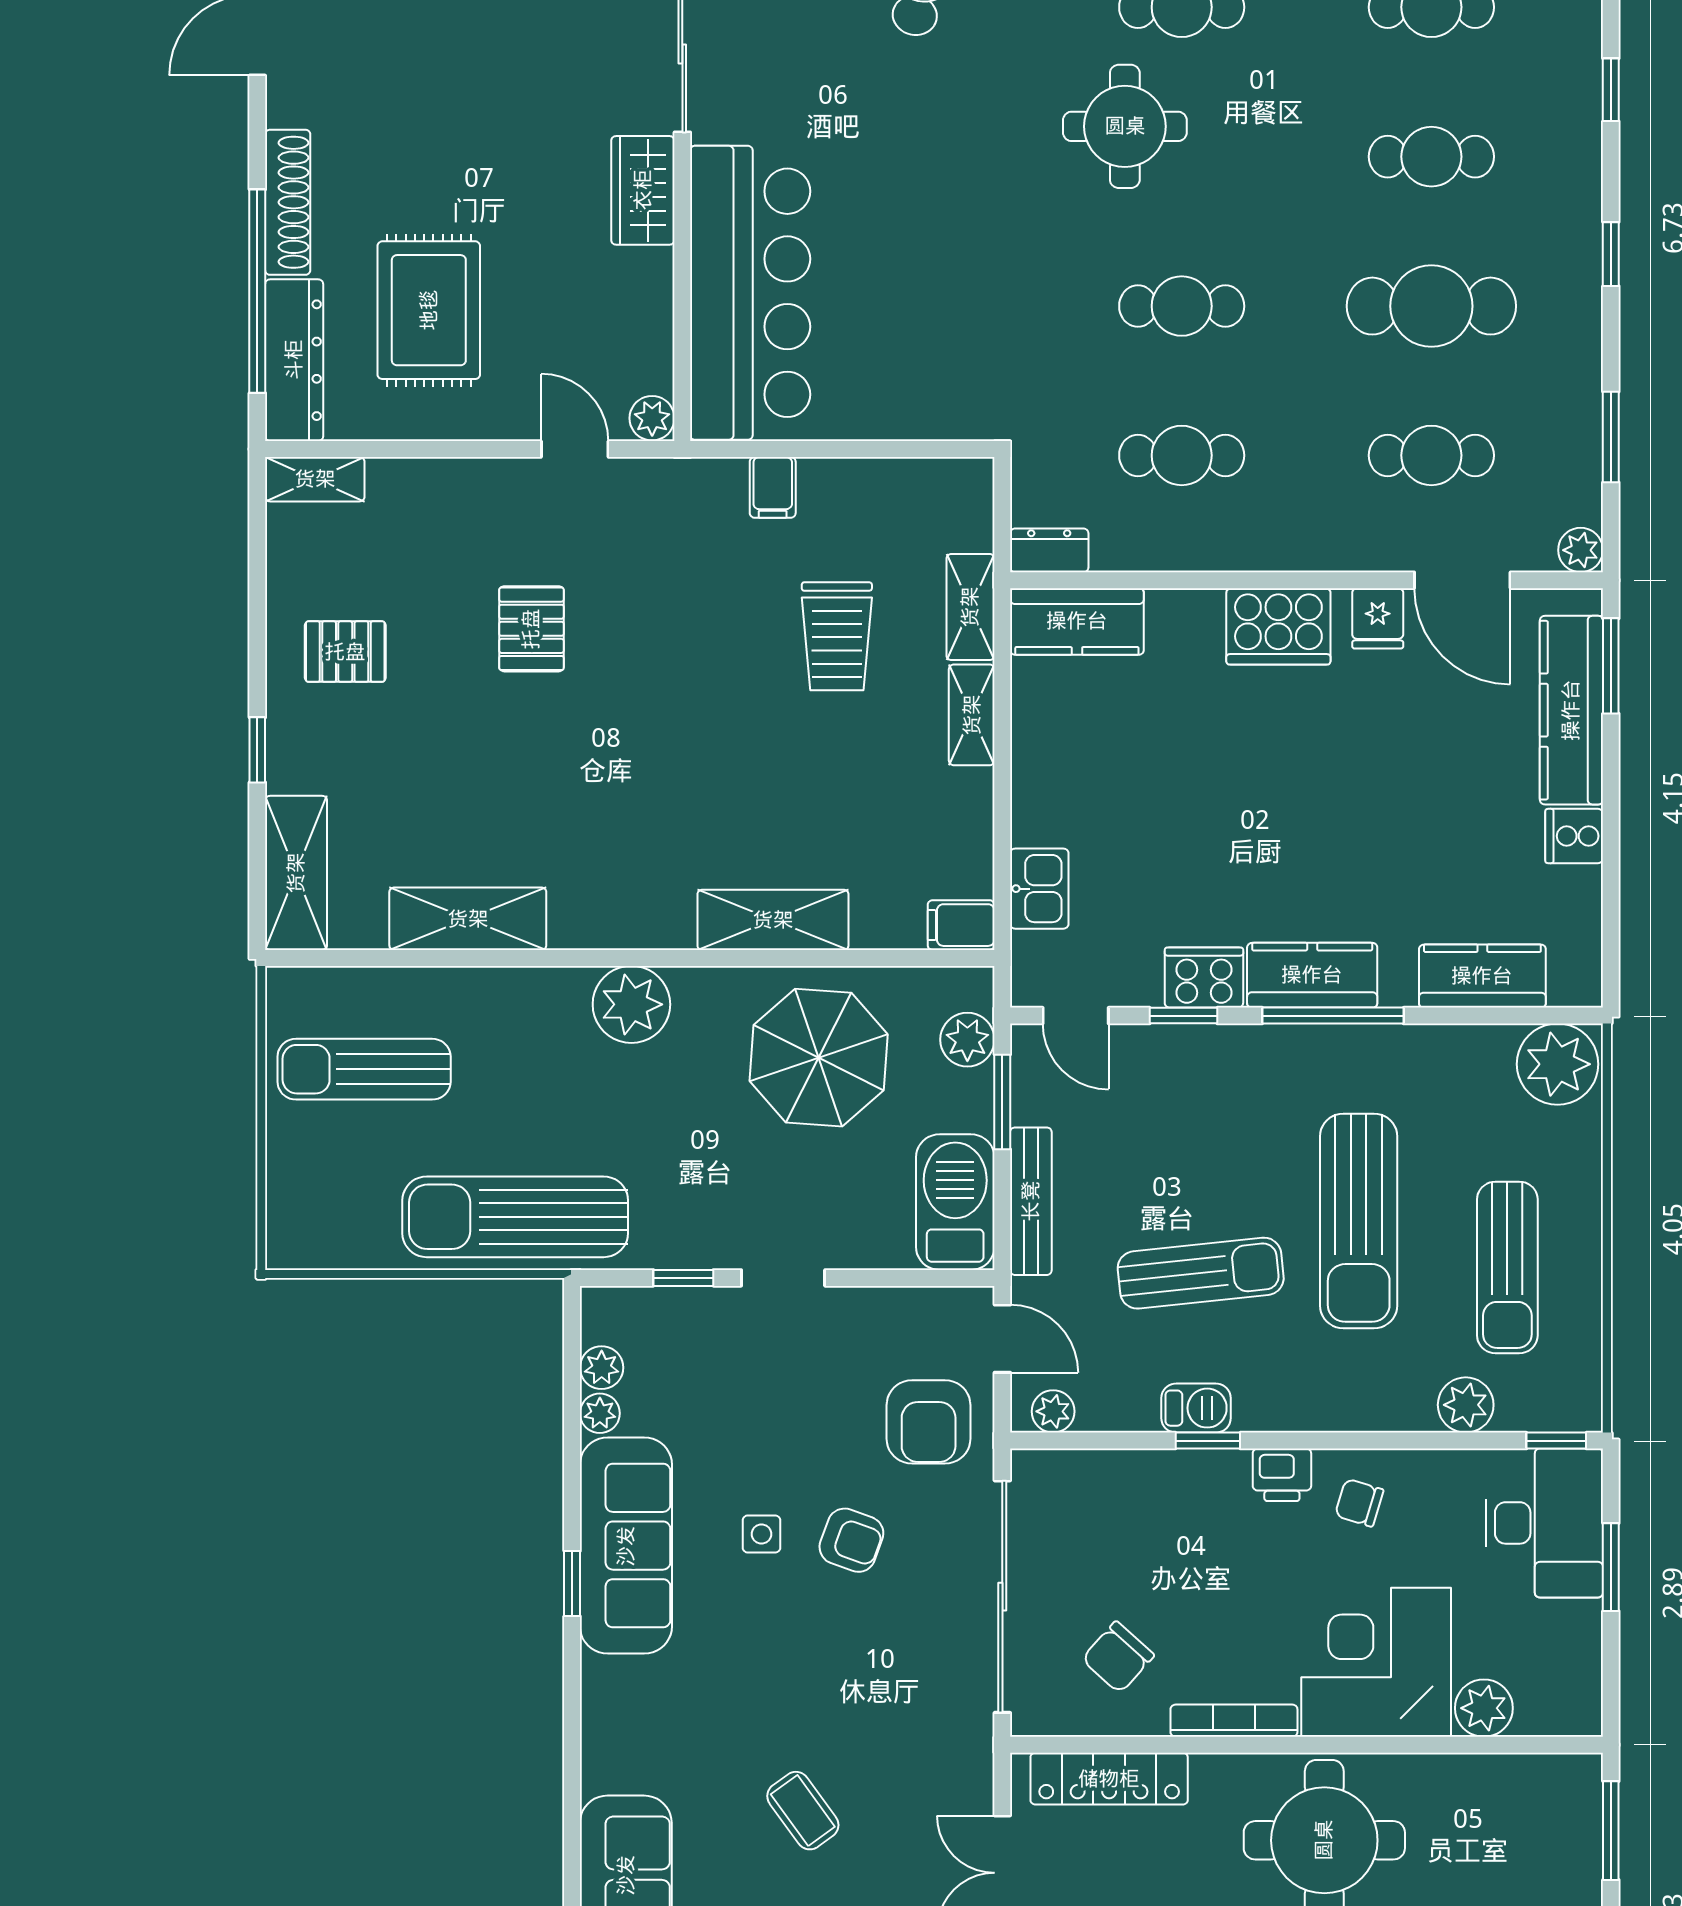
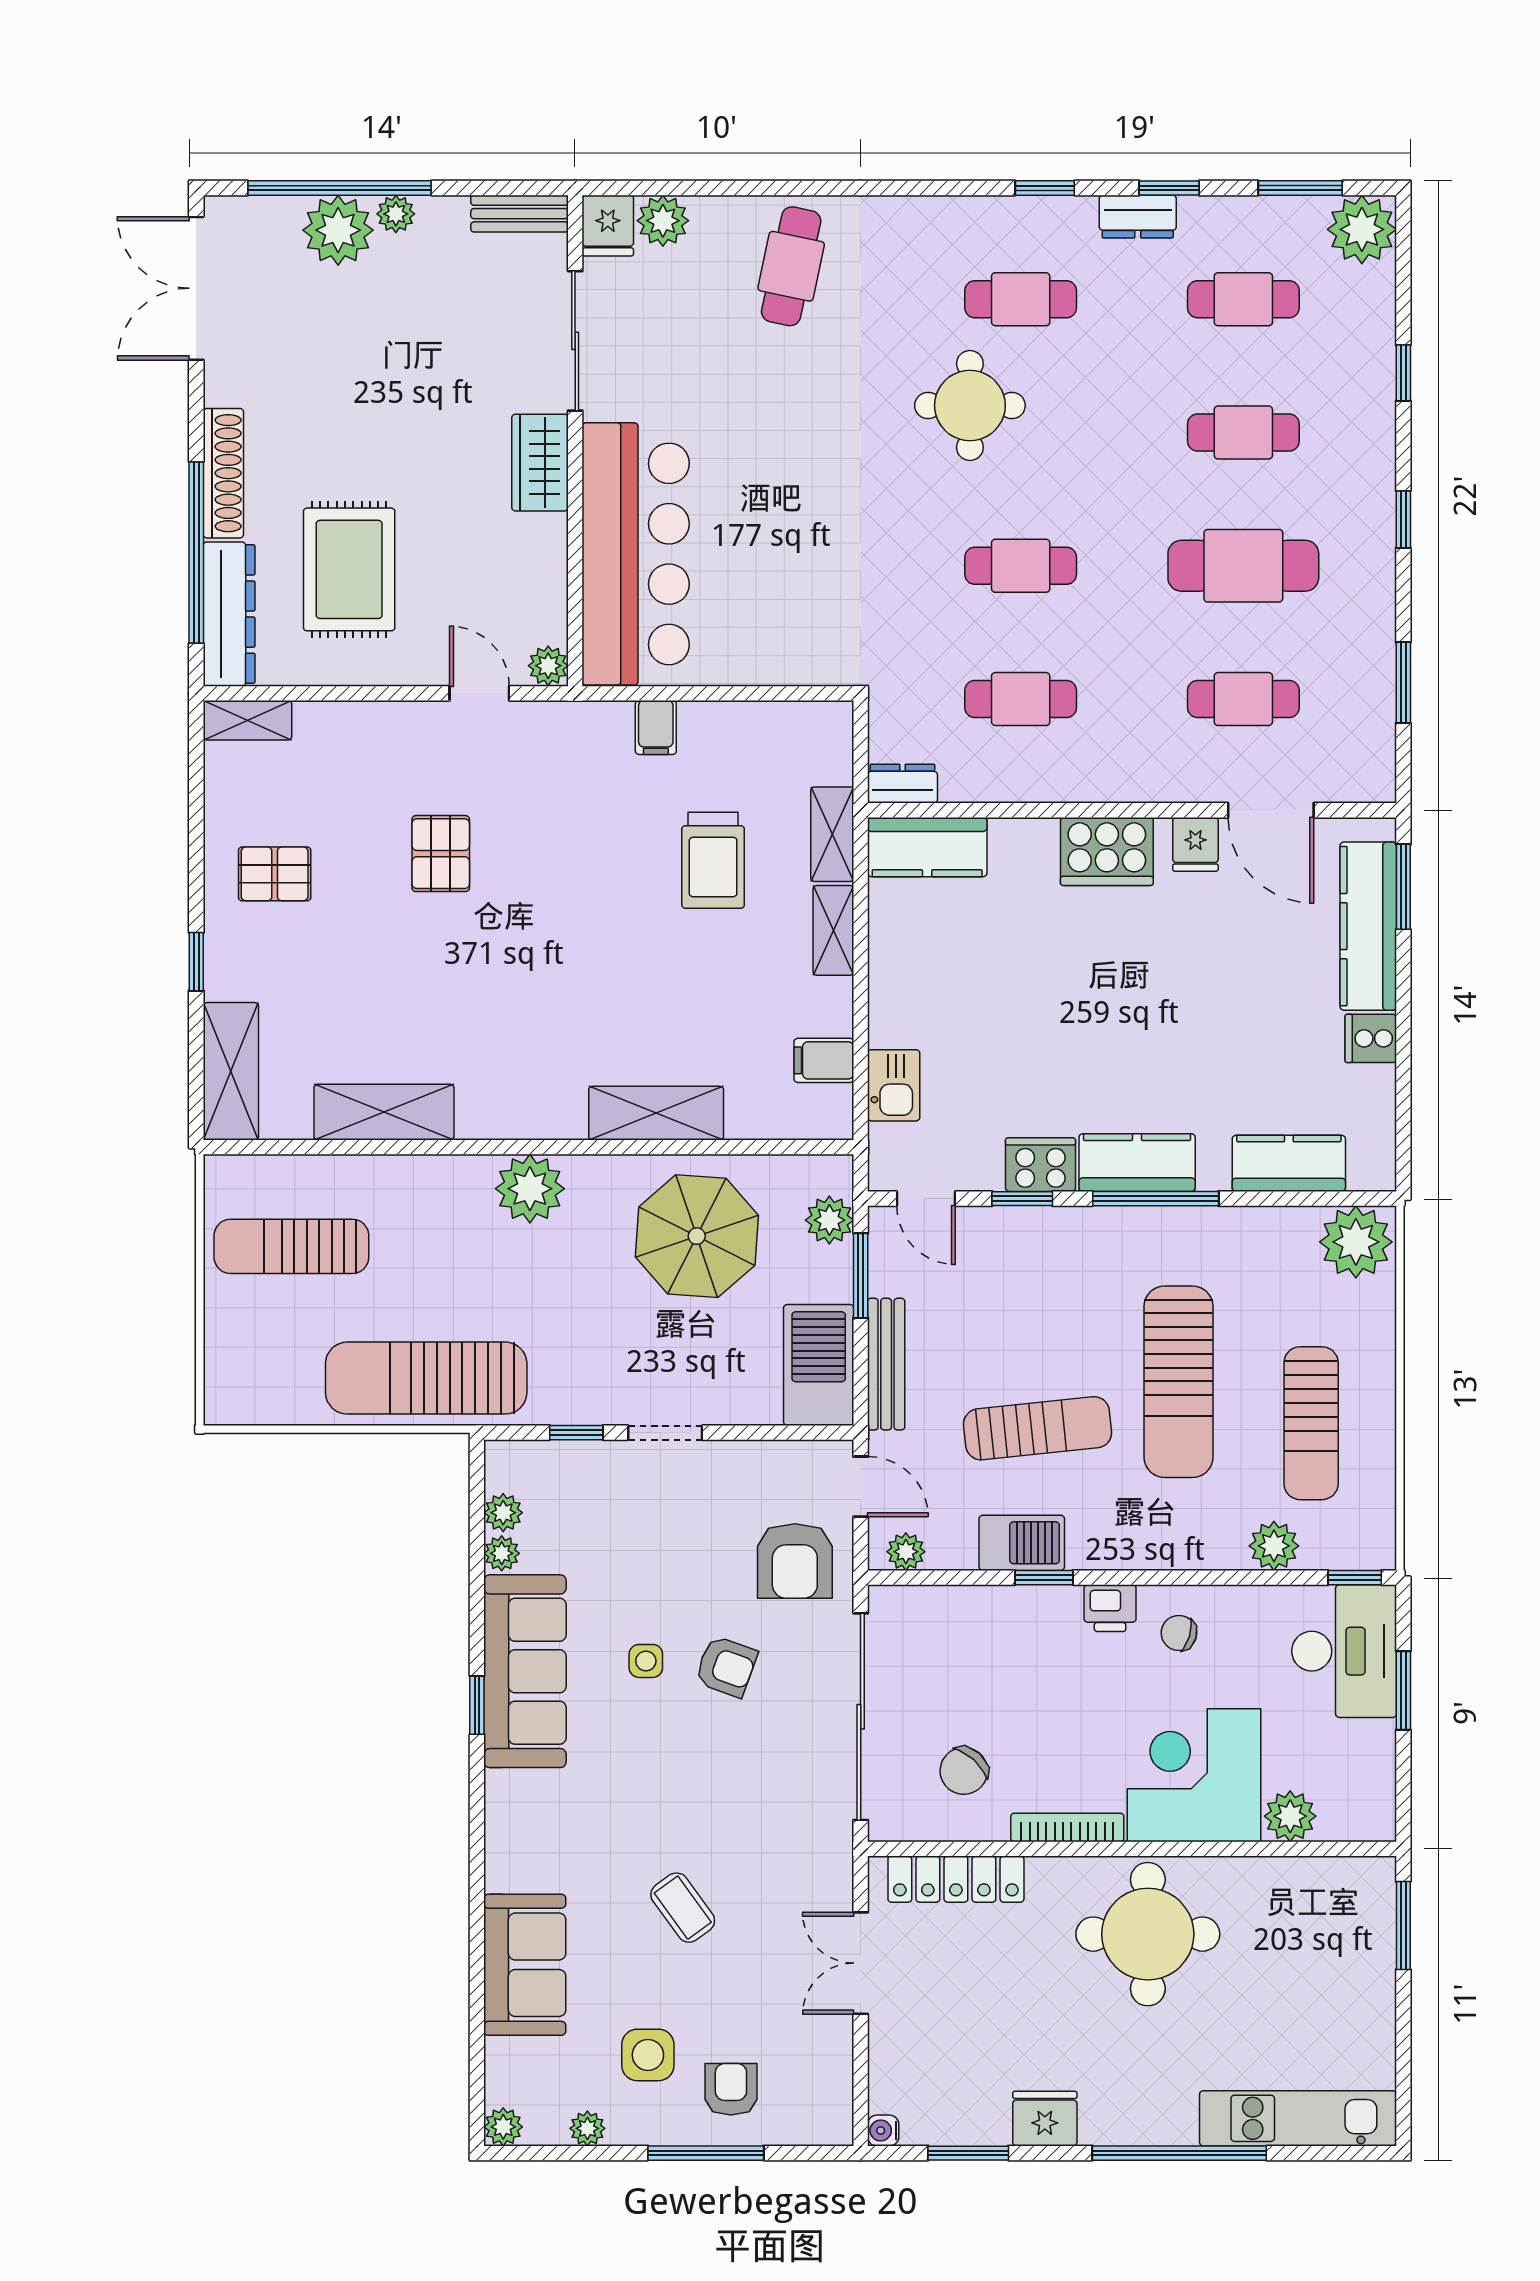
plant: (1581, 550) -> (1376, 783), removed
filing cabinet: (961, 925) -> (824, 1060), moved
barbecue: (1196, 1408) -> (1022, 1543), width x1.38, depth x1.27

